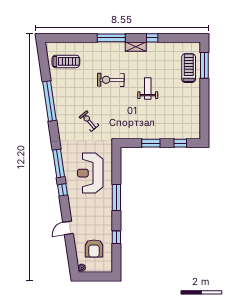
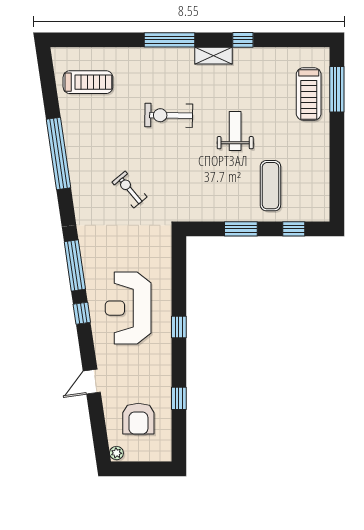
treadmill: (189, 68) -> (309, 94), turned 180
exercise mat: (167, 119) -> (270, 186), added
reception desk: (90, 173) -> (128, 308), moved
window: (116, 198) -> (179, 327), width x0.46

